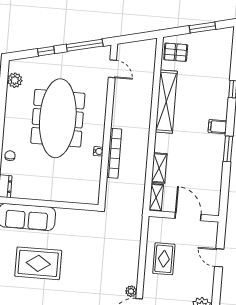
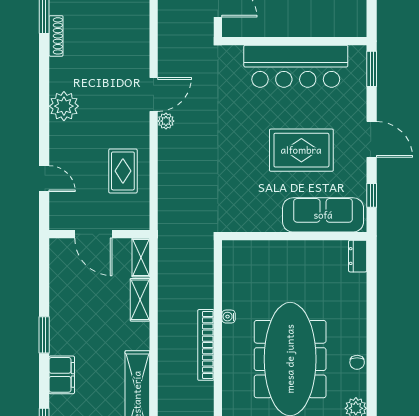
filing cabinet: (217, 127) -> (62, 375), width x2.00
bookcase: (114, 153) -> (206, 345), moved
chair: (10, 156) -> (357, 362), moved

